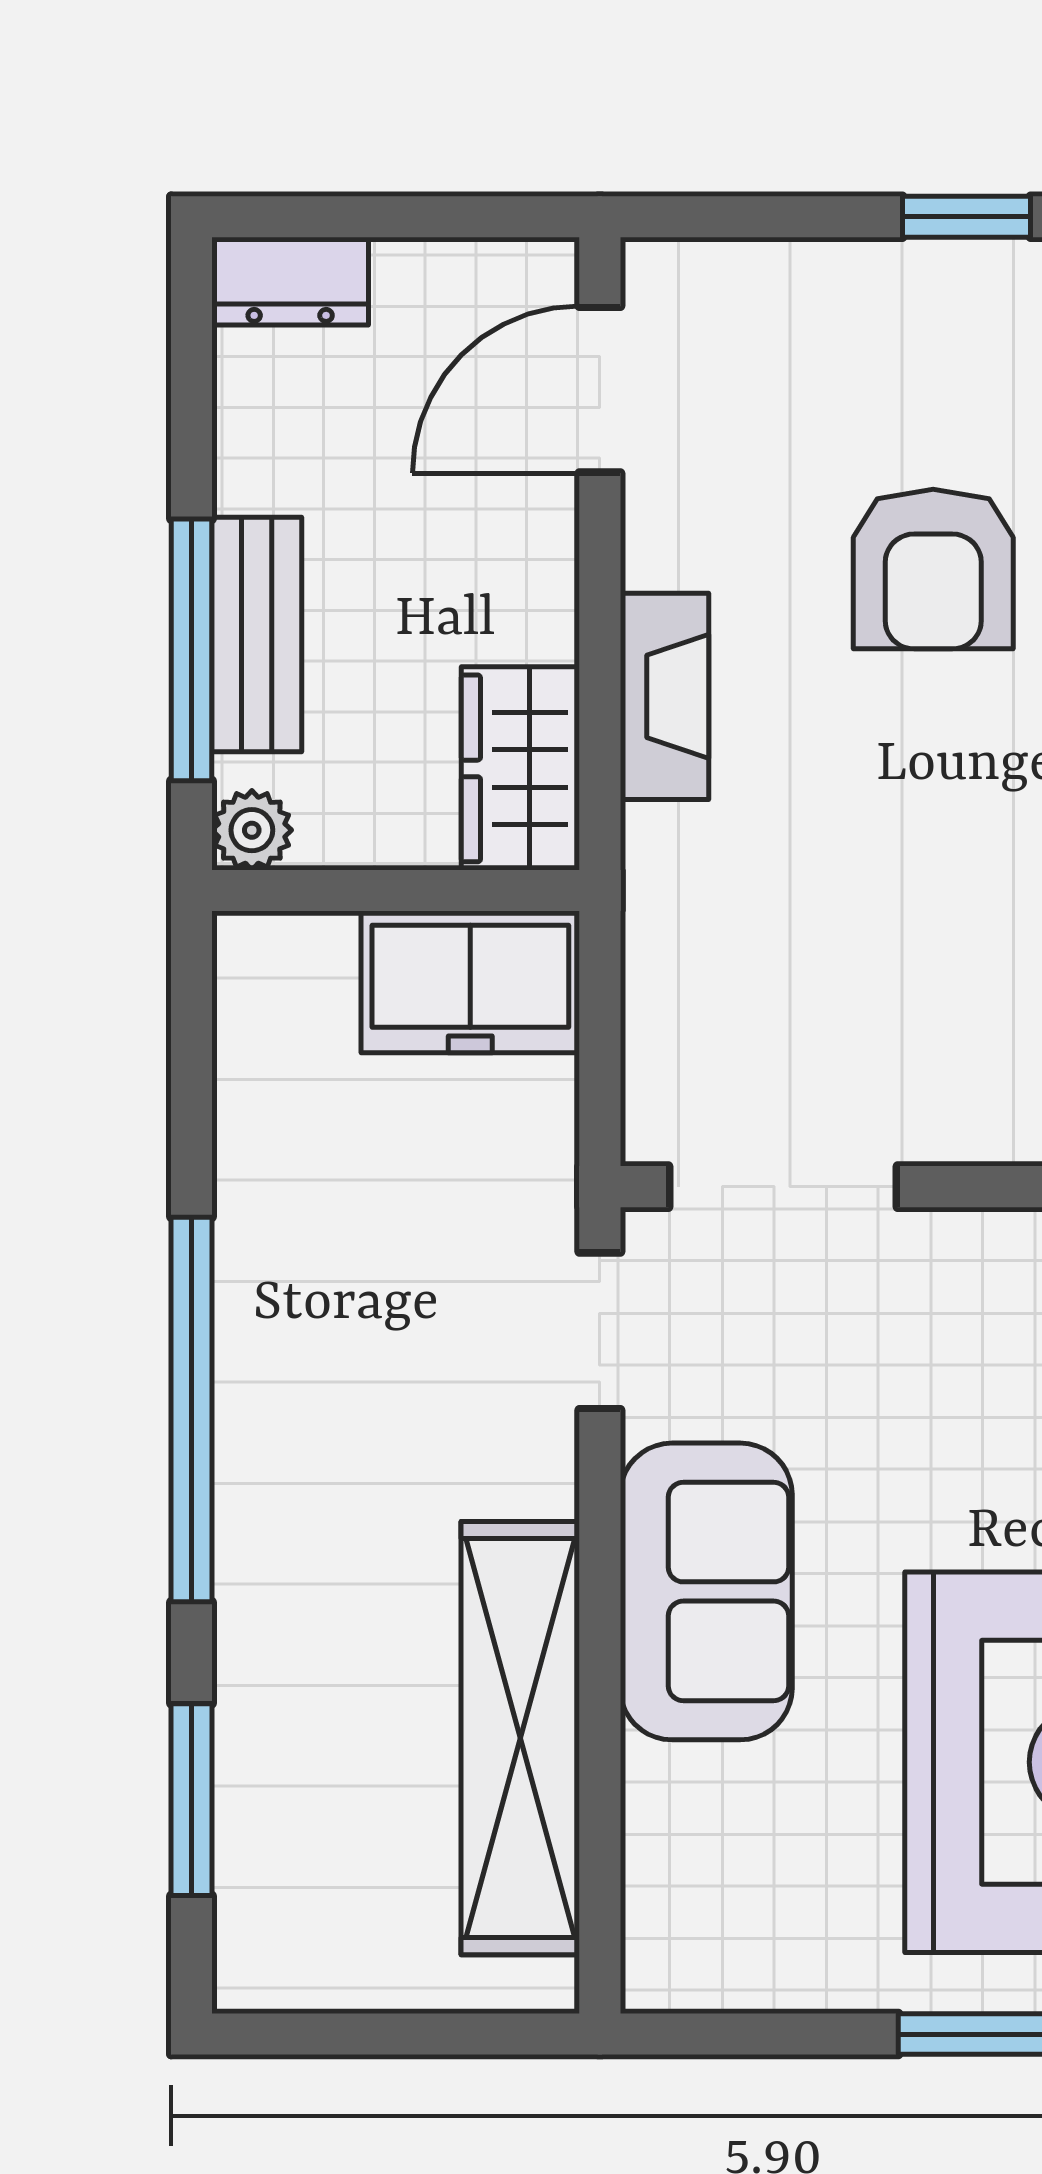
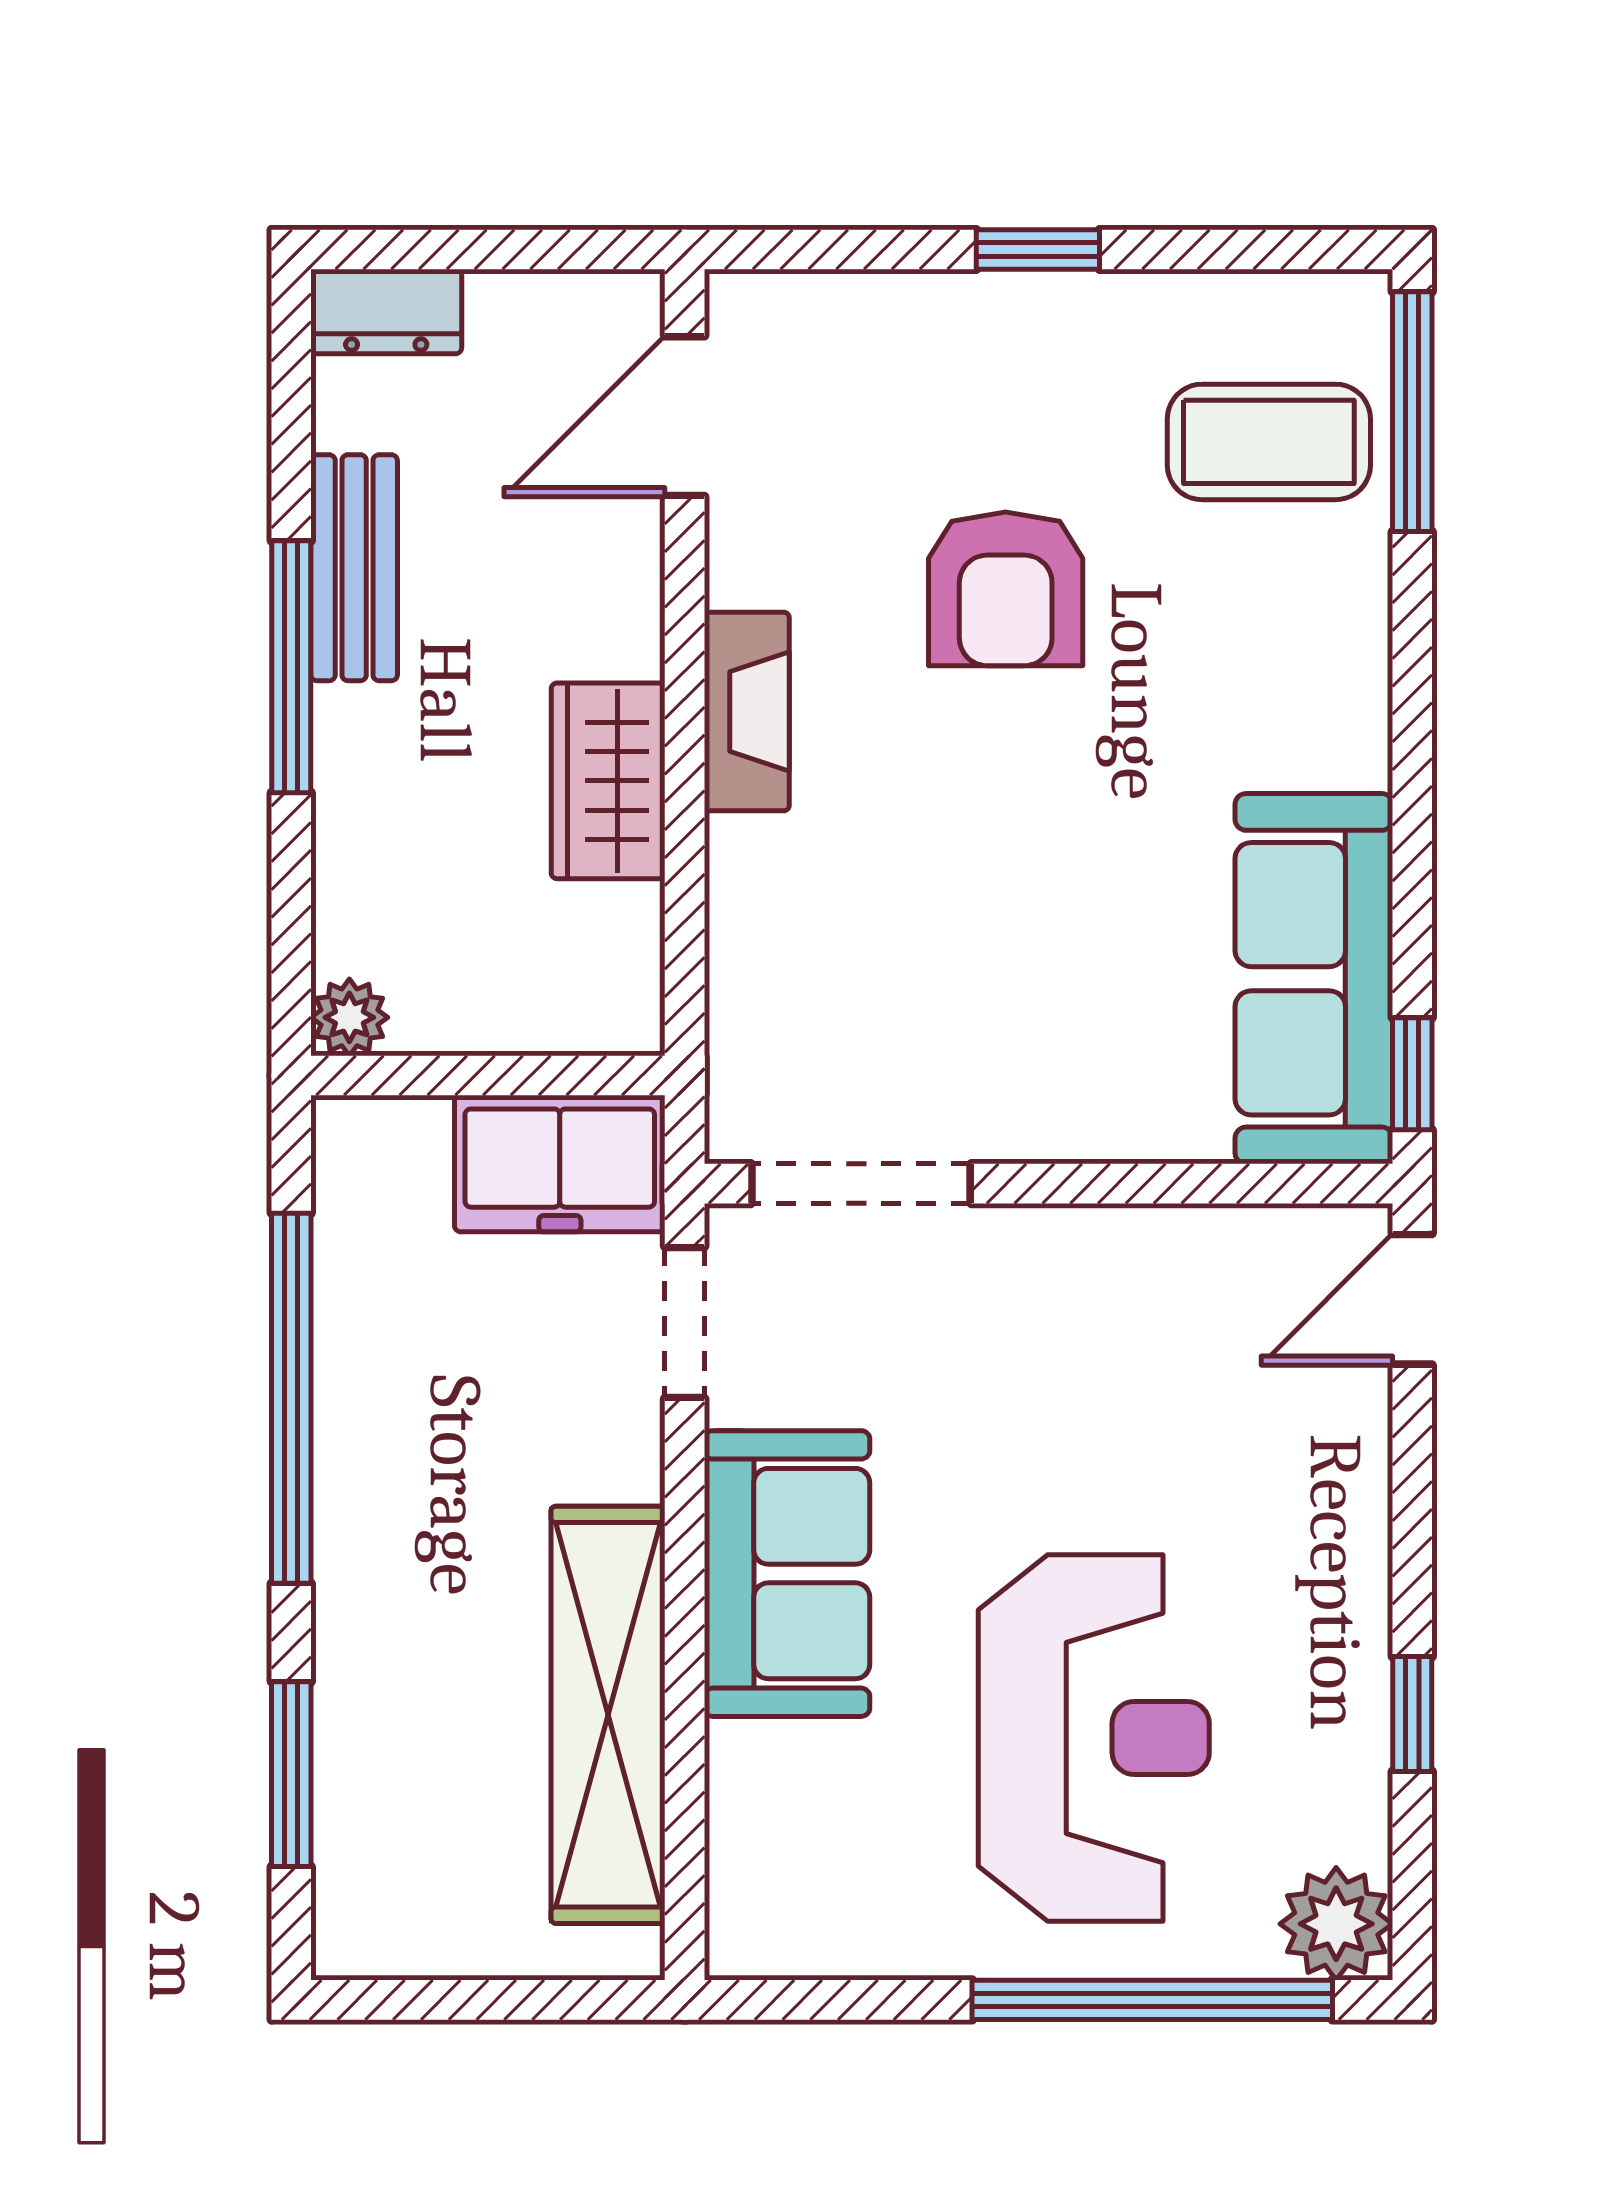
bench: (257, 635) -> (354, 568), moved
plant: (252, 830) -> (349, 1017), moved
wall: (396, 891) -> (488, 1075), moved
freezer: (470, 982) -> (560, 1164), moved

